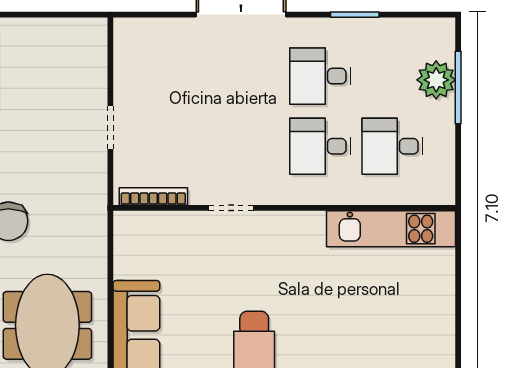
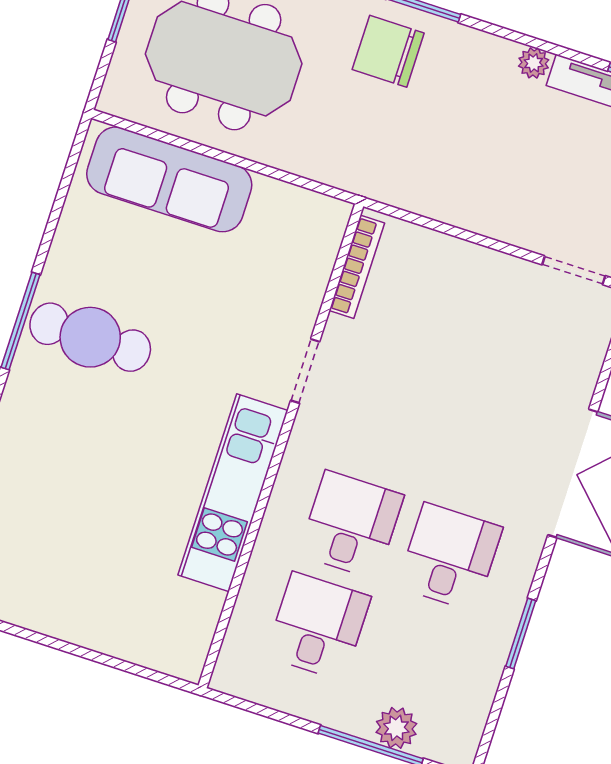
plant: (436, 80) -> (396, 728), width x0.73, depth x0.73
doorway: (110, 127) -> (574, 270), moved
kitchen unit: (391, 229) -> (233, 493), moved

